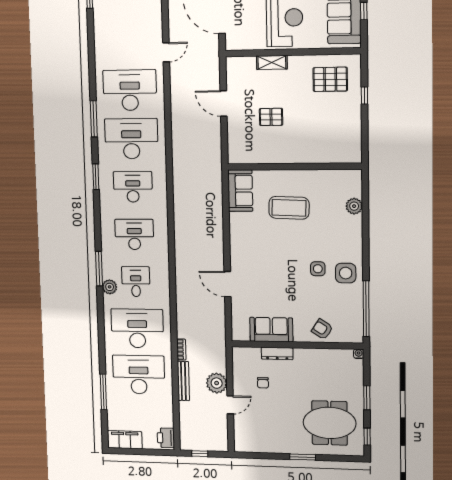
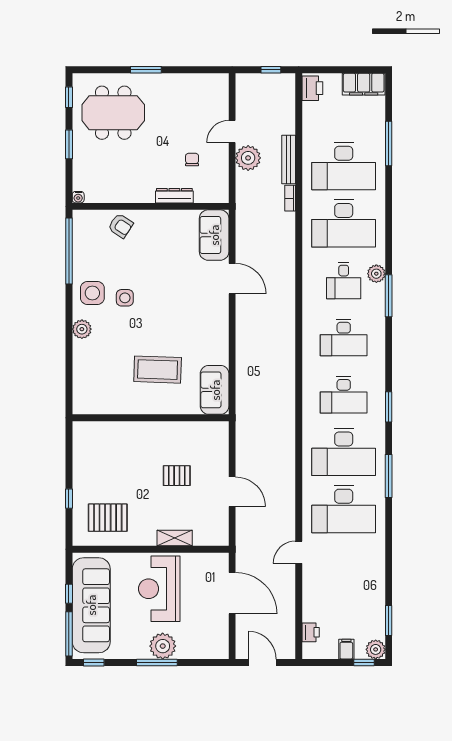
plant: (354, 206) -> (82, 329), moved
sofa: (271, 330) -> (214, 235), moved, turned 90

